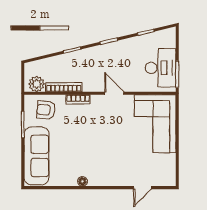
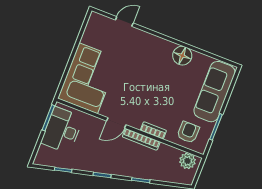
bookcase: (64, 87) -> (141, 139), moved
door: (114, 93) -> (116, 123), hinge flipped
armchair: (46, 110) -> (188, 132), turned -95
floor lamp: (82, 181) -> (182, 56), width x1.89, depth x1.89

